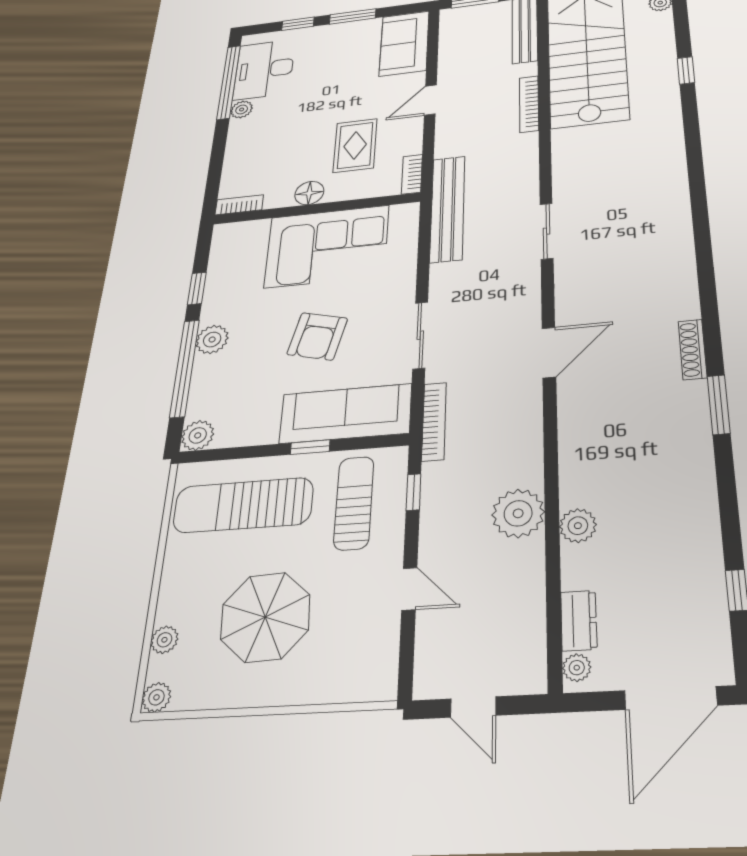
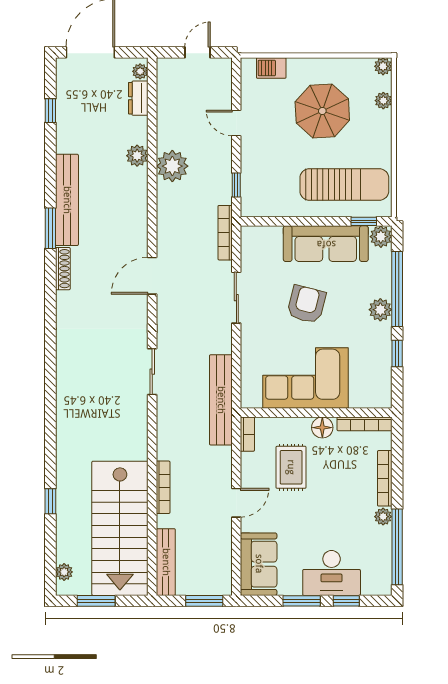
desk: (264, 69) -> (332, 573), moved, turned 90
bookcase: (234, 148) -> (385, 478), added
bookcase: (239, 205) -> (364, 424), width x1.56
sofa: (346, 414) -> (326, 244), moved
window: (310, 447) -> (364, 221), moved
bench: (694, 449) -> (67, 200), added
sun lounger: (354, 503) -> (273, 181), removed
barbecue: (345, 685) -> (271, 68), added
door: (473, 707) -> (198, 52), hinge flipped

